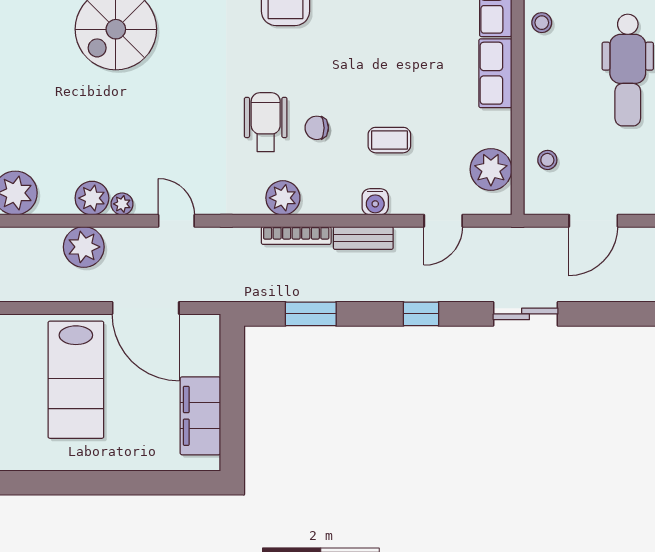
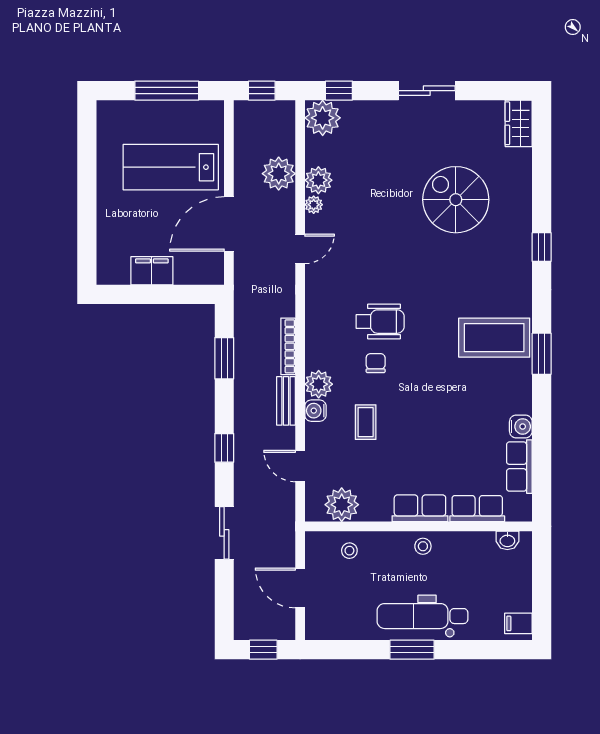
stool: (542, 23) -> (423, 546), moved
plant: (283, 198) -> (319, 384), moved
filing cabinet: (200, 416) -> (152, 271), width x0.67, depth x0.86

